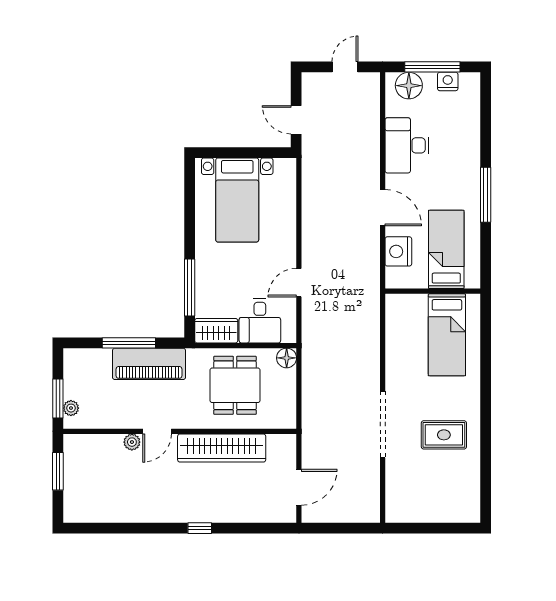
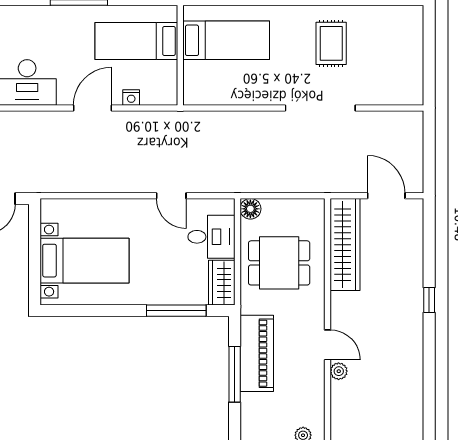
nightstand: (398, 251) -> (131, 98), width x0.53, depth x0.56
wardrobe: (222, 448) -> (345, 245), moved

